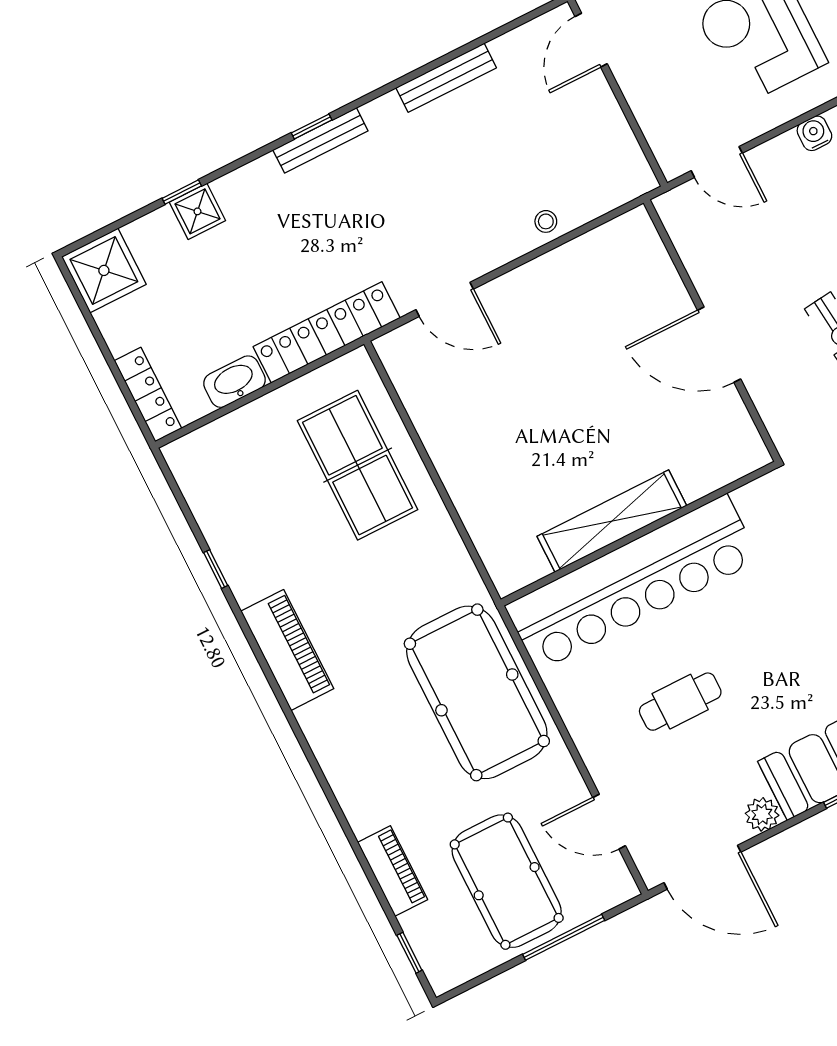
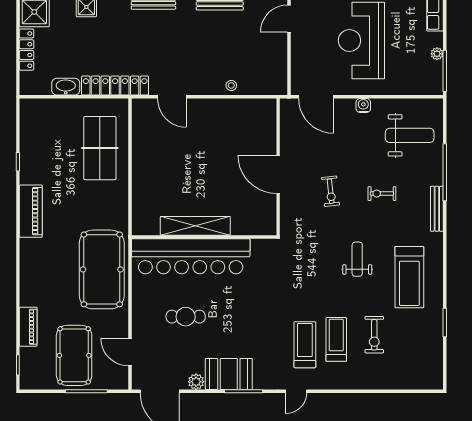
door: (717, 162) -> (316, 97), width x1.36
locker: (148, 395) -> (27, 50), moved

